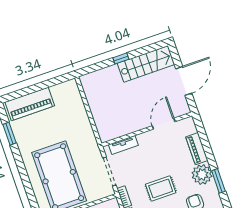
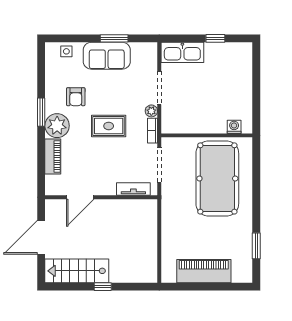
piano: (30, 104) -> (204, 271), moved

